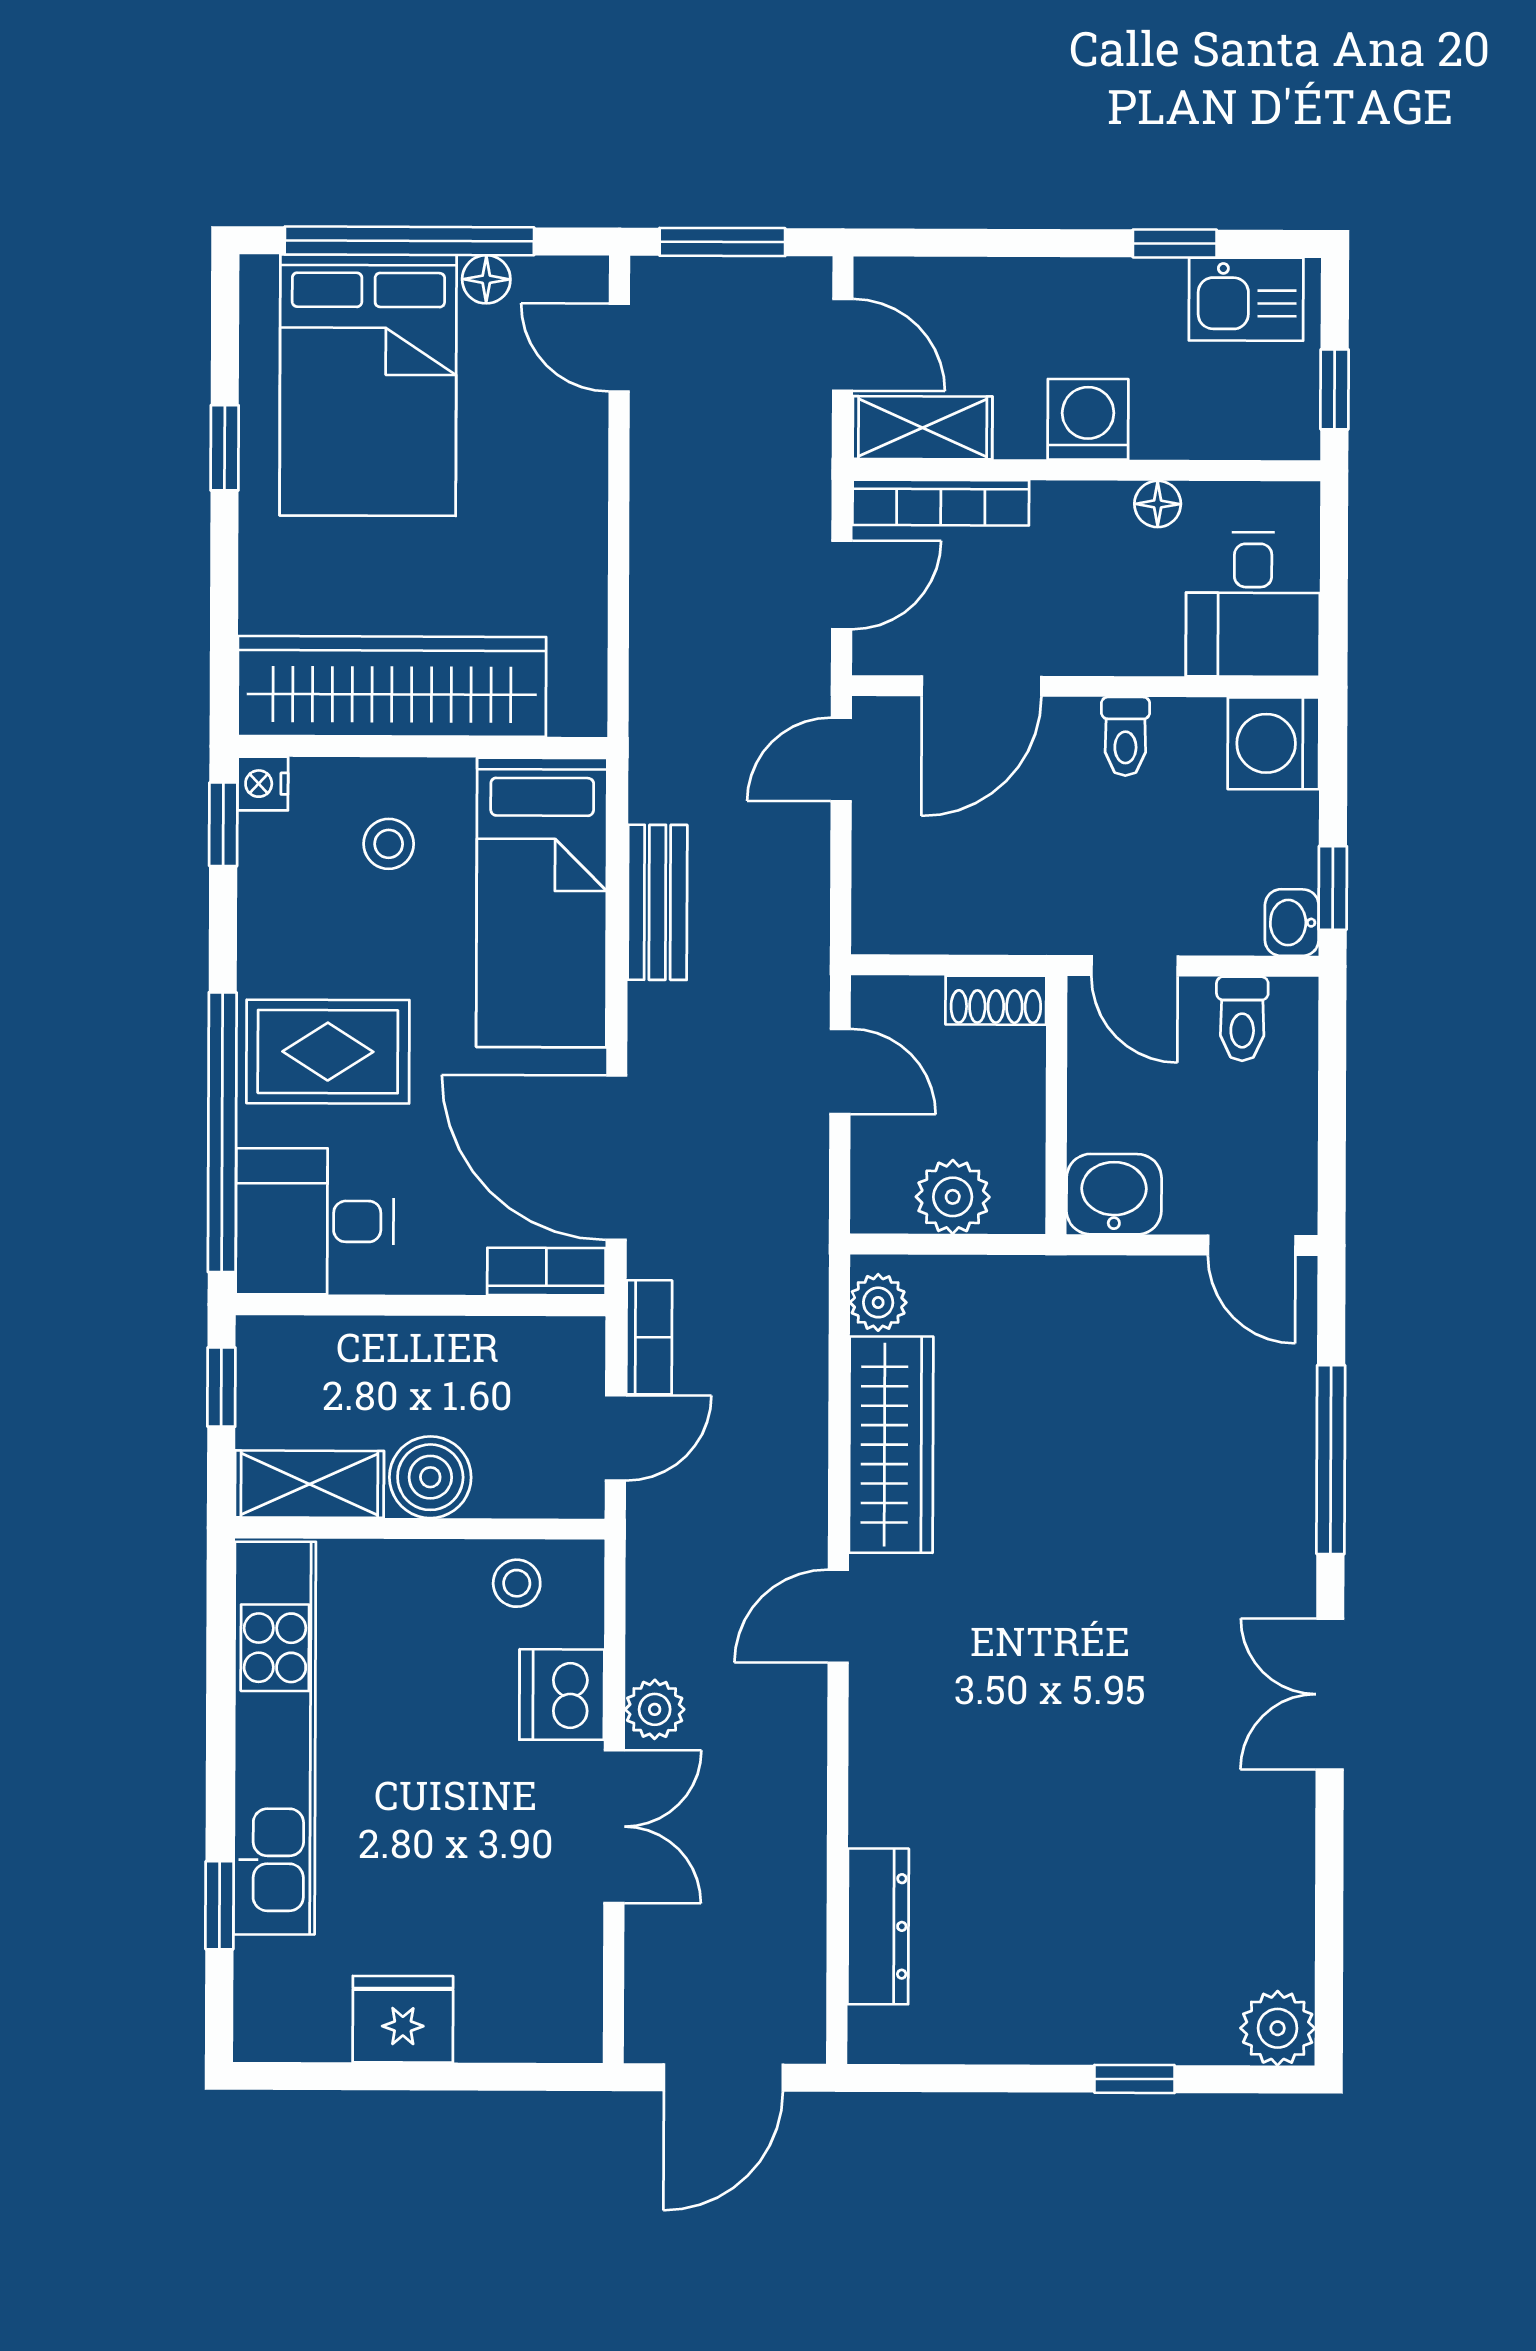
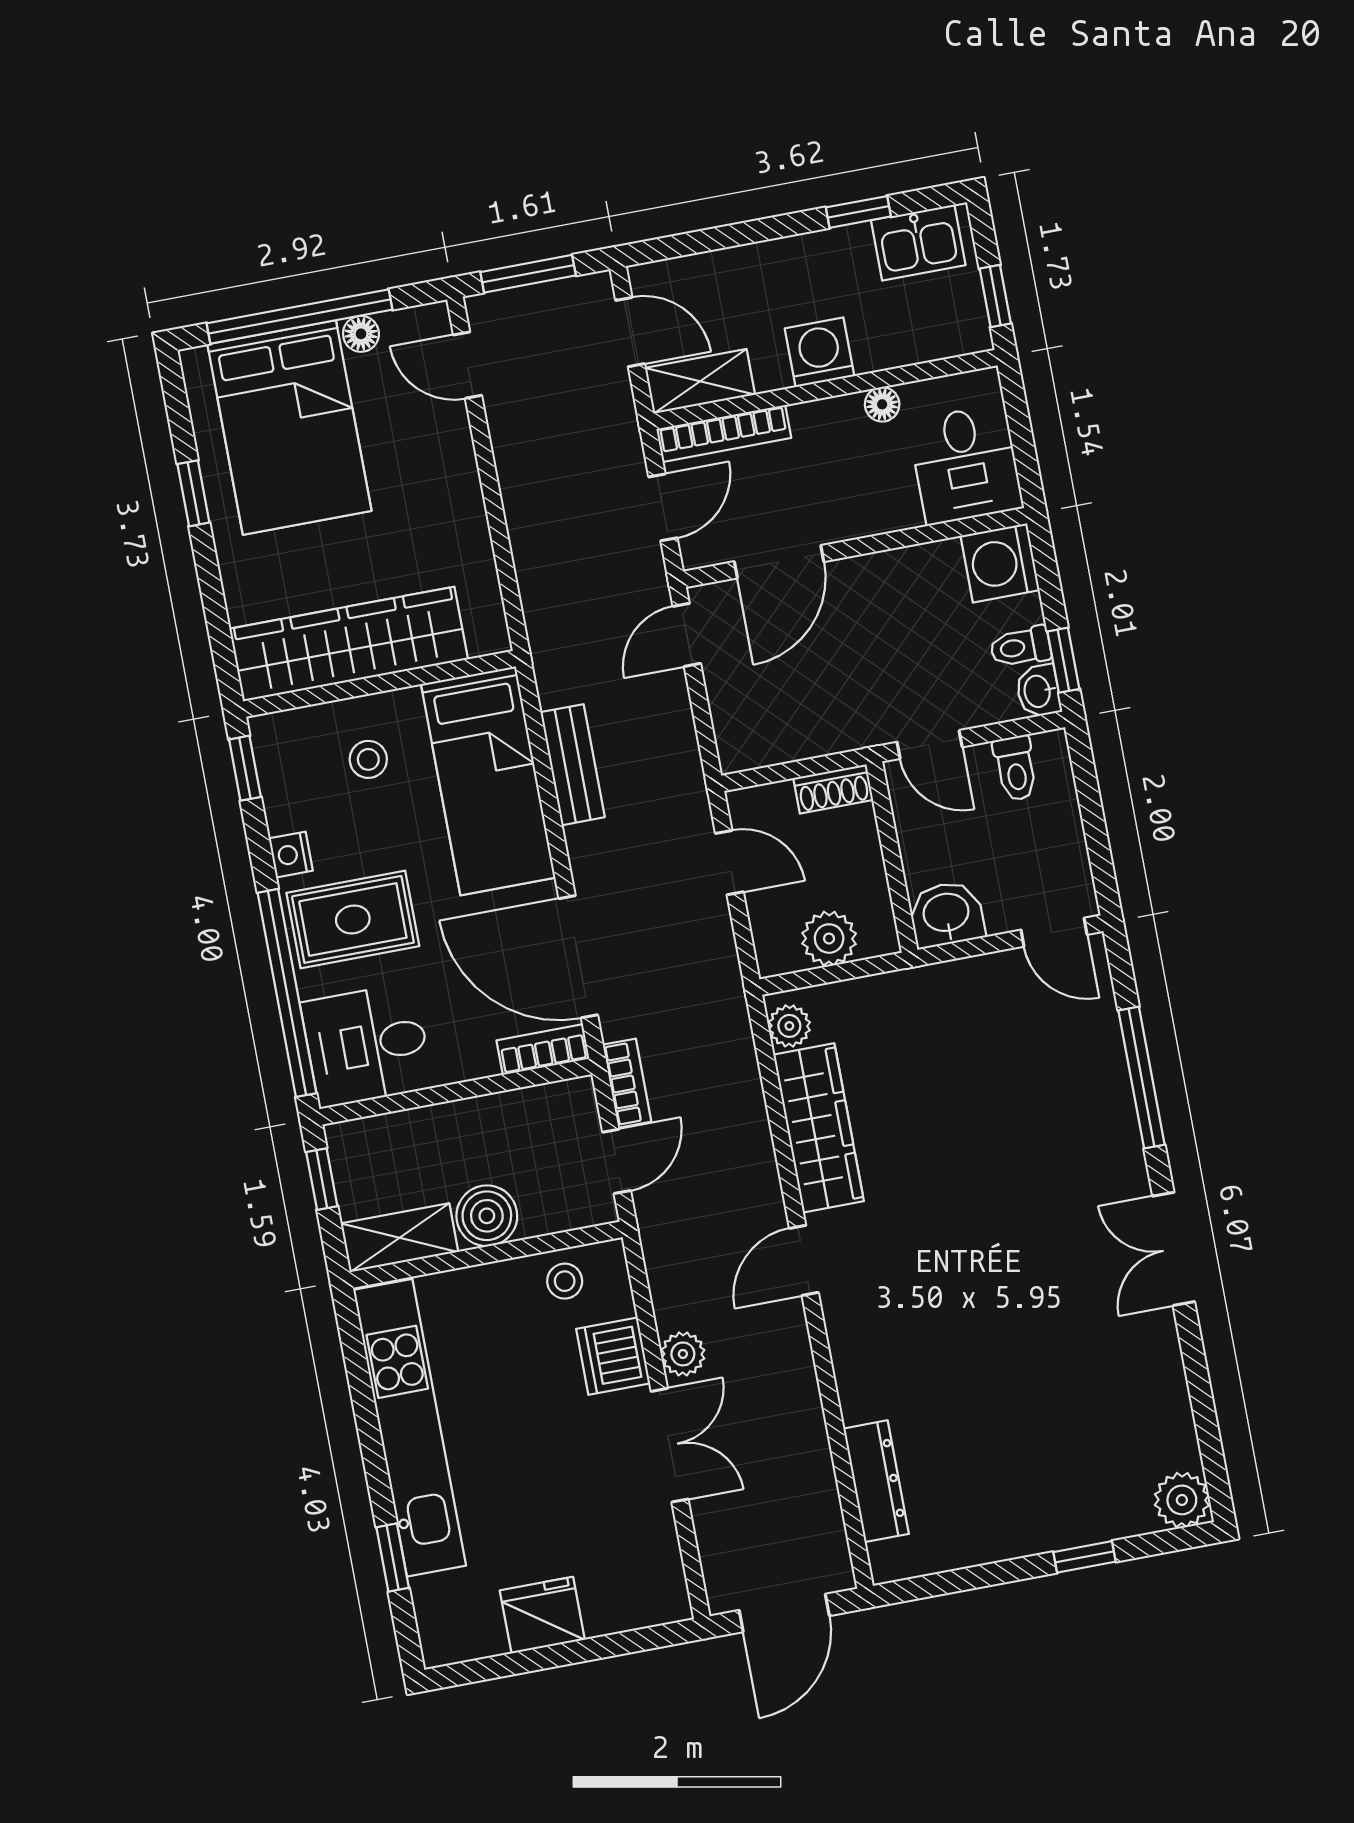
toilet: (1125, 736) -> (1021, 647), moved, turned 90
nightstand: (263, 784) -> (291, 855), moved

